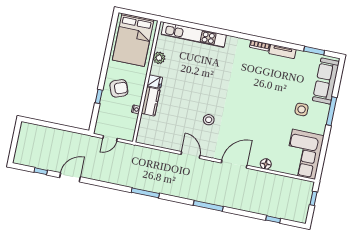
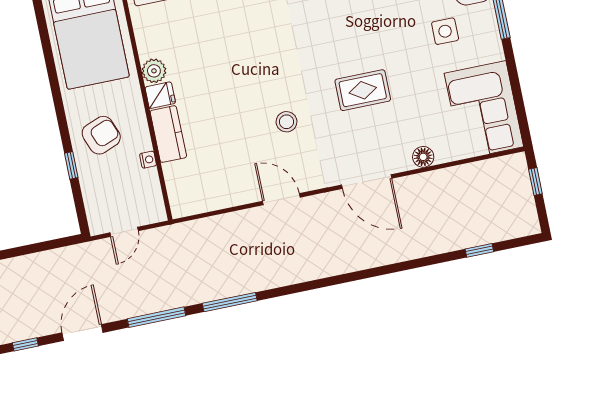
plant: (159, 58) -> (154, 71), moved
rug: (251, 120) -> (363, 90), added
door: (234, 164) -> (367, 182), swing flipped
window: (208, 206) -> (157, 317), moved

